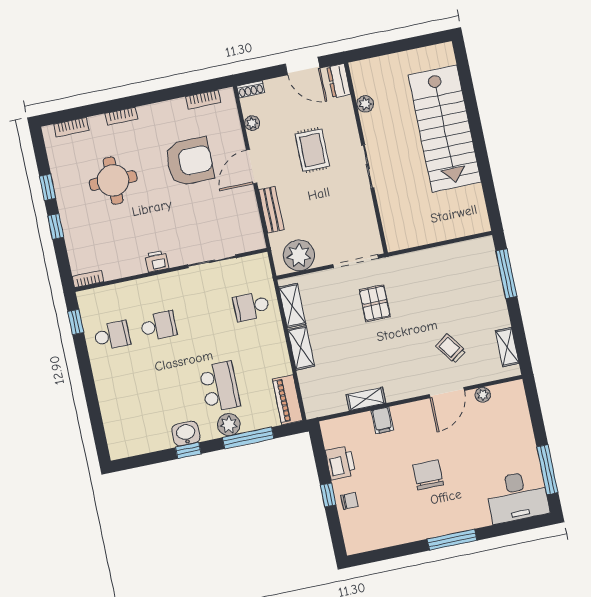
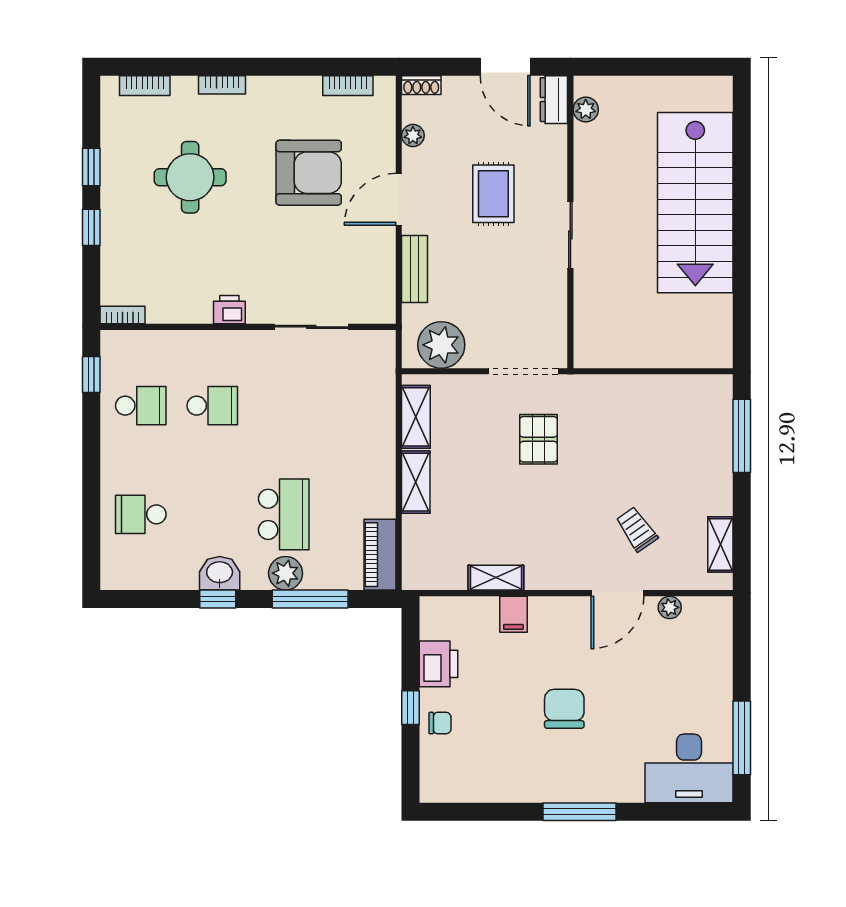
plant: (365, 104) -> (586, 109), moved
school desk: (251, 306) -> (141, 514), moved

